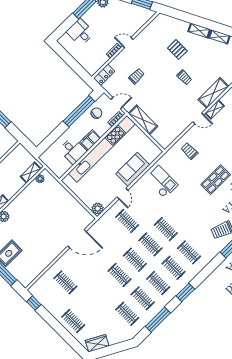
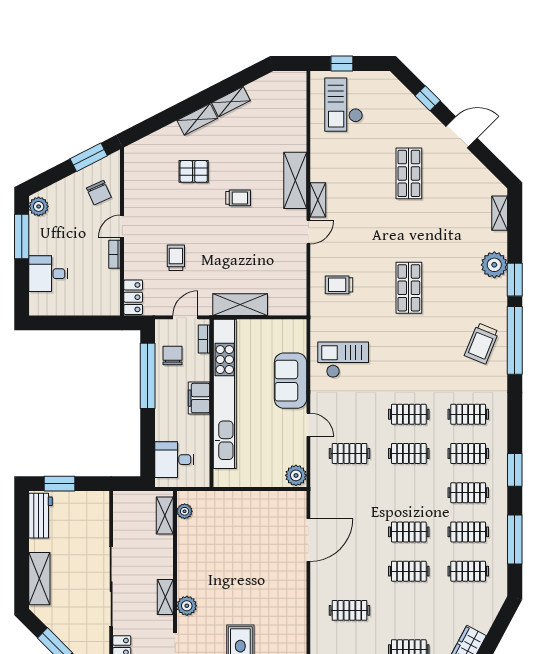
chair: (132, 20) -> (99, 193), added
desk: (73, 151) -> (174, 460), moved, turned 180
clothes rail: (135, 260) -> (409, 571), moved

